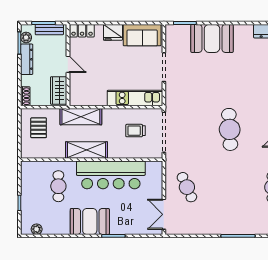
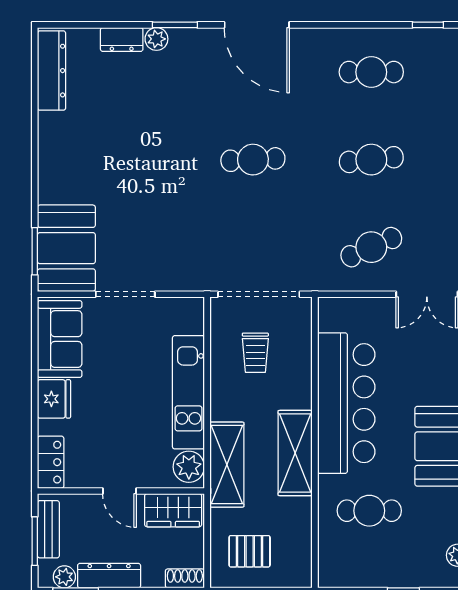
booth: (212, 38) -> (66, 248), moved
door: (68, 64) -> (119, 491), swing flipped
plant: (80, 98) -> (189, 467), added
kitchen unit: (135, 98) -> (188, 392), moved
cafe table: (230, 129) -> (253, 160), width x0.73, depth x0.74
cafe table: (230, 187) -> (371, 160), added

